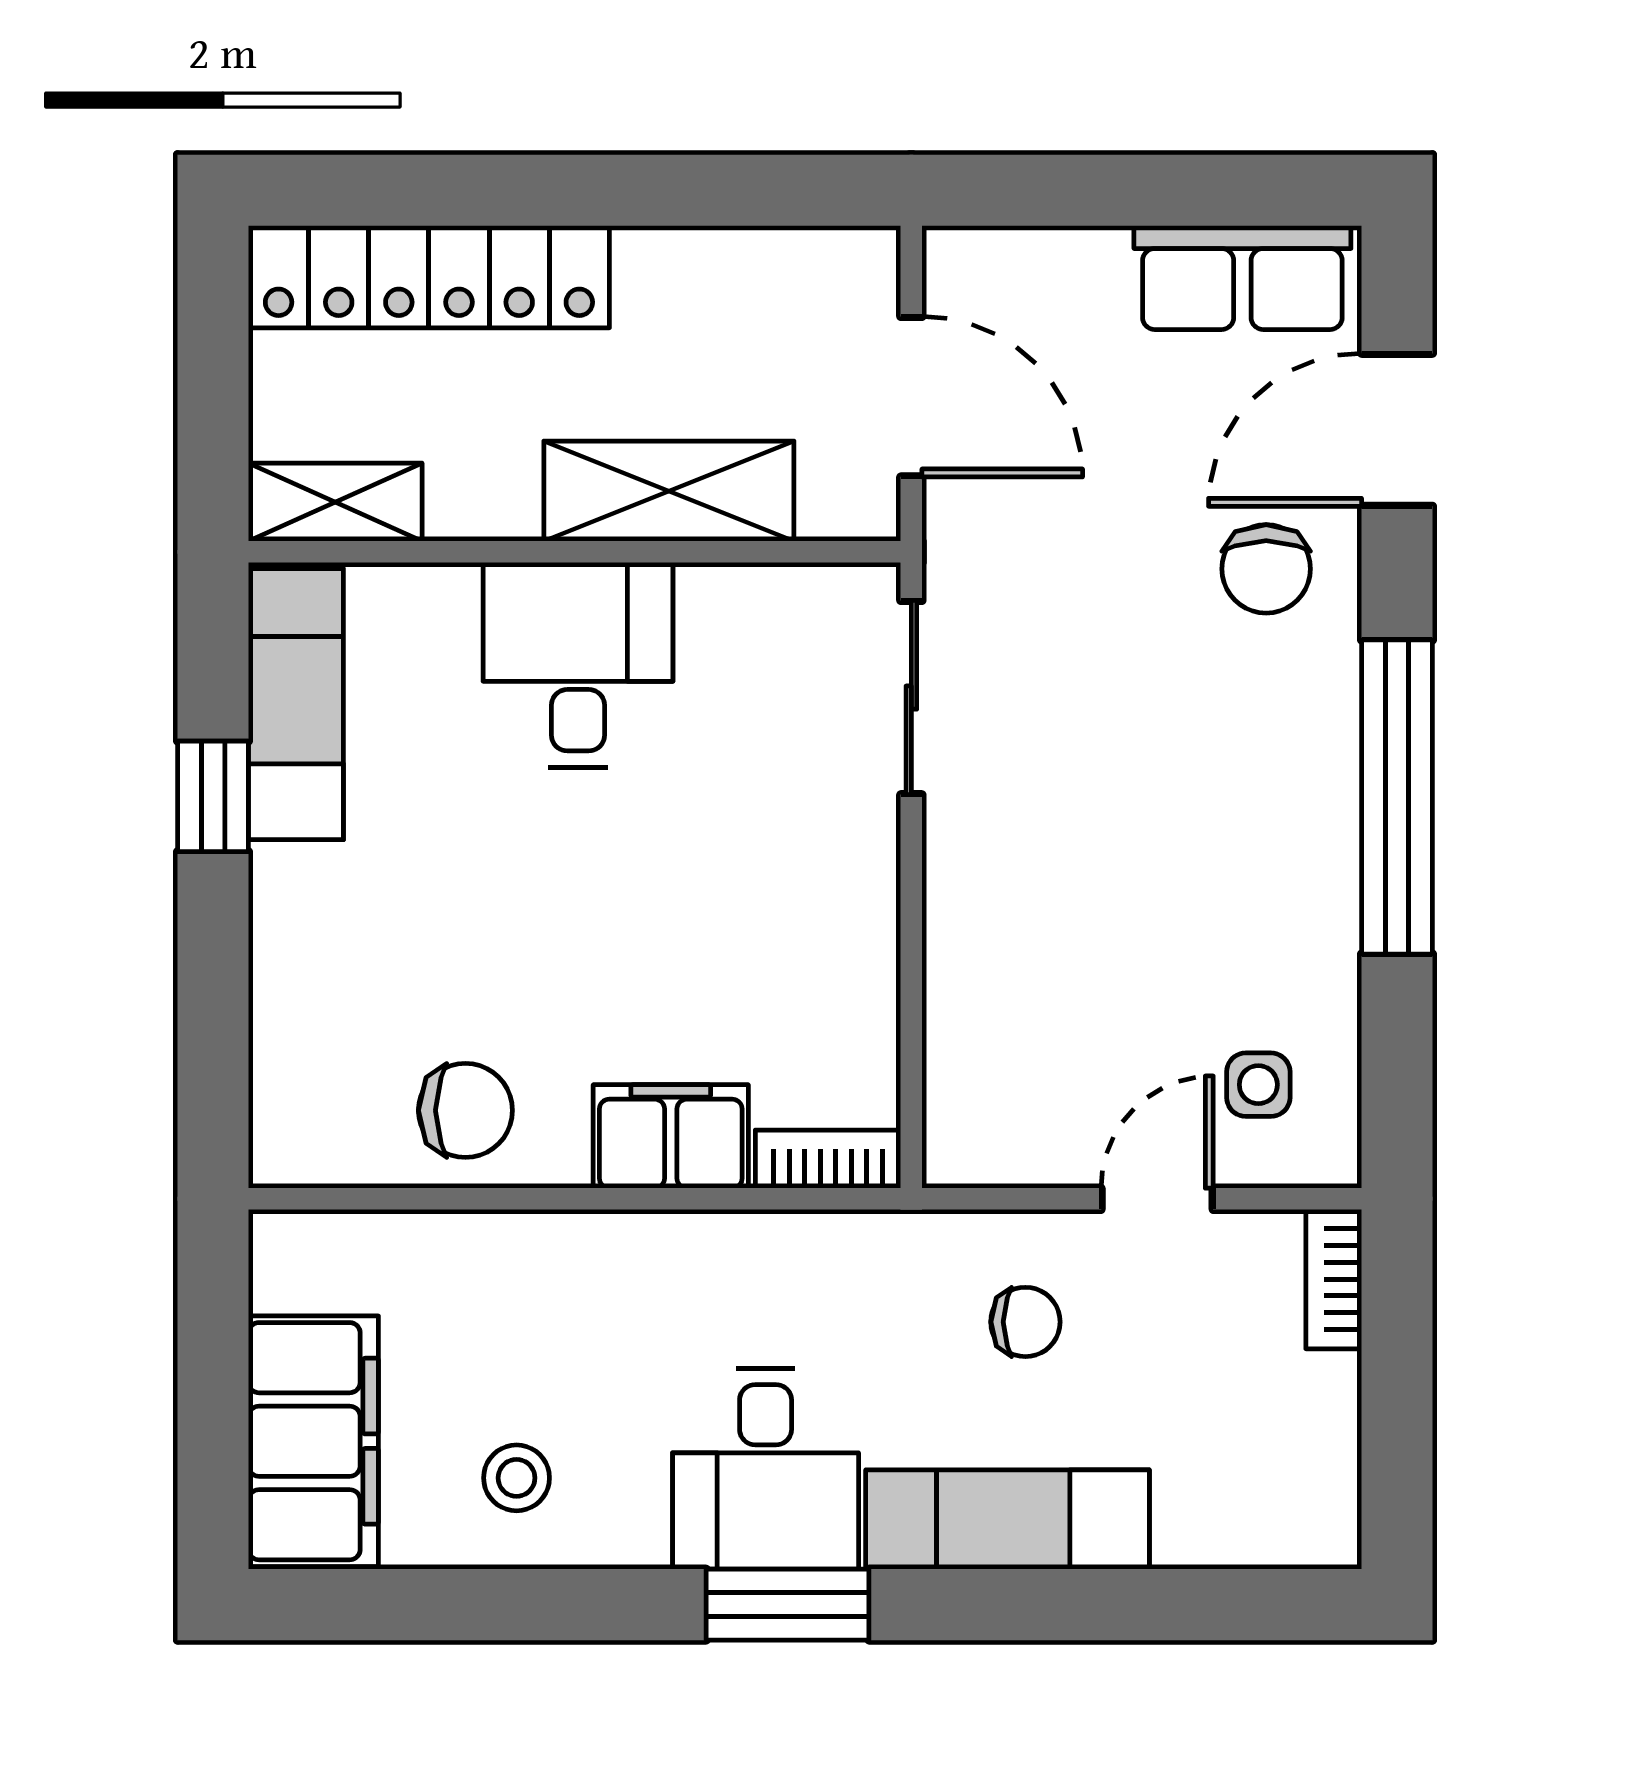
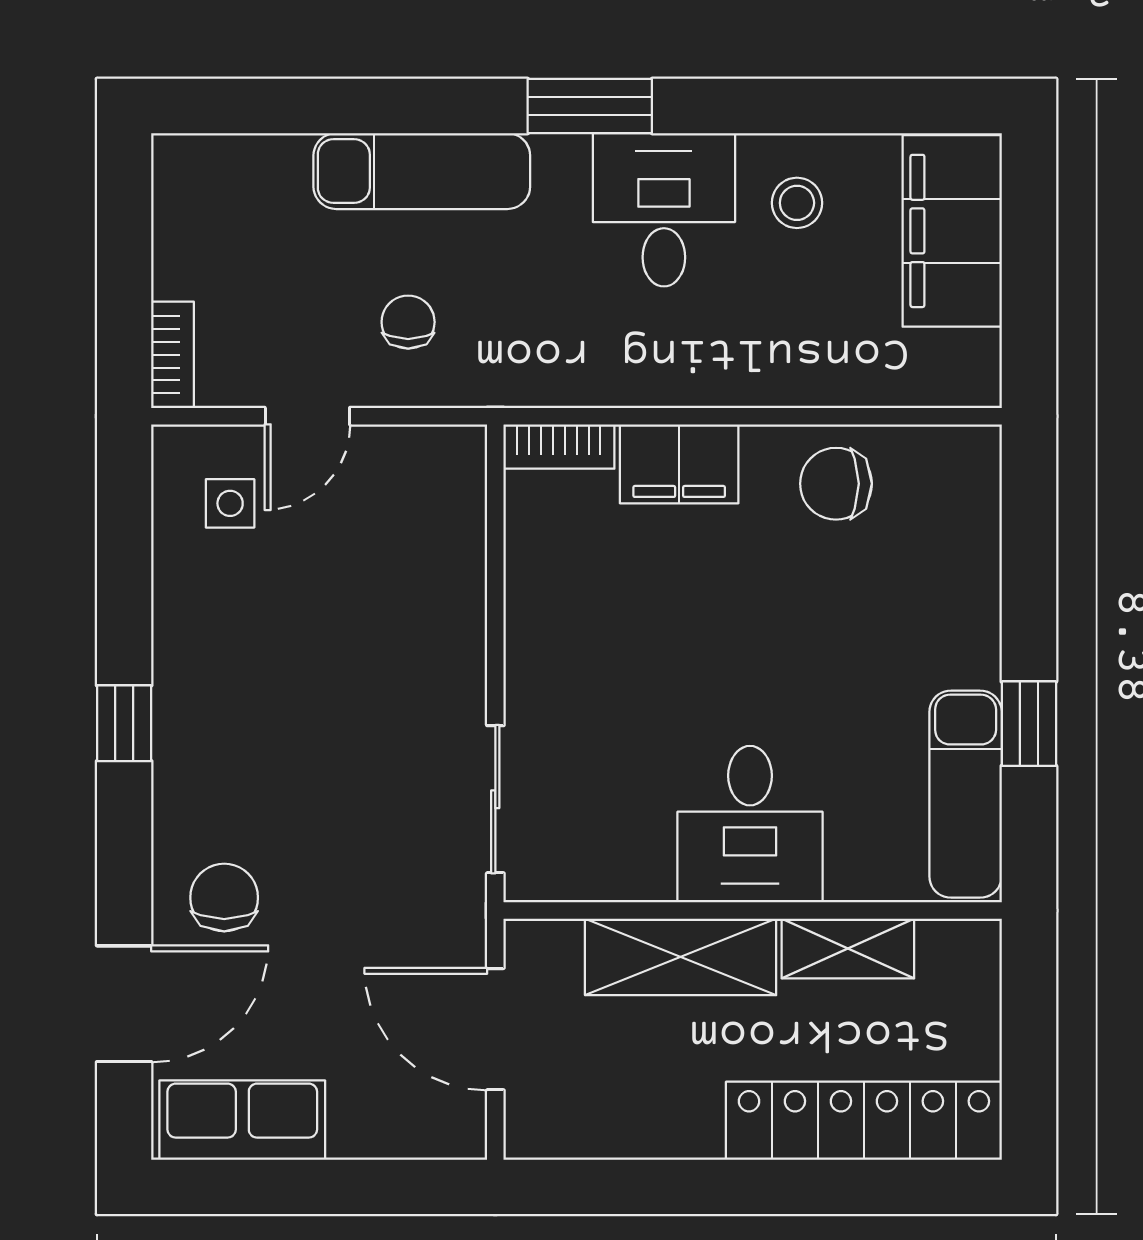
shelving: (335, 502) -> (848, 949), moved
window: (1397, 797) -> (124, 723), width x0.32
chair: (1025, 1322) -> (408, 322), turned 90
desk: (766, 1469) -> (664, 210), moved

